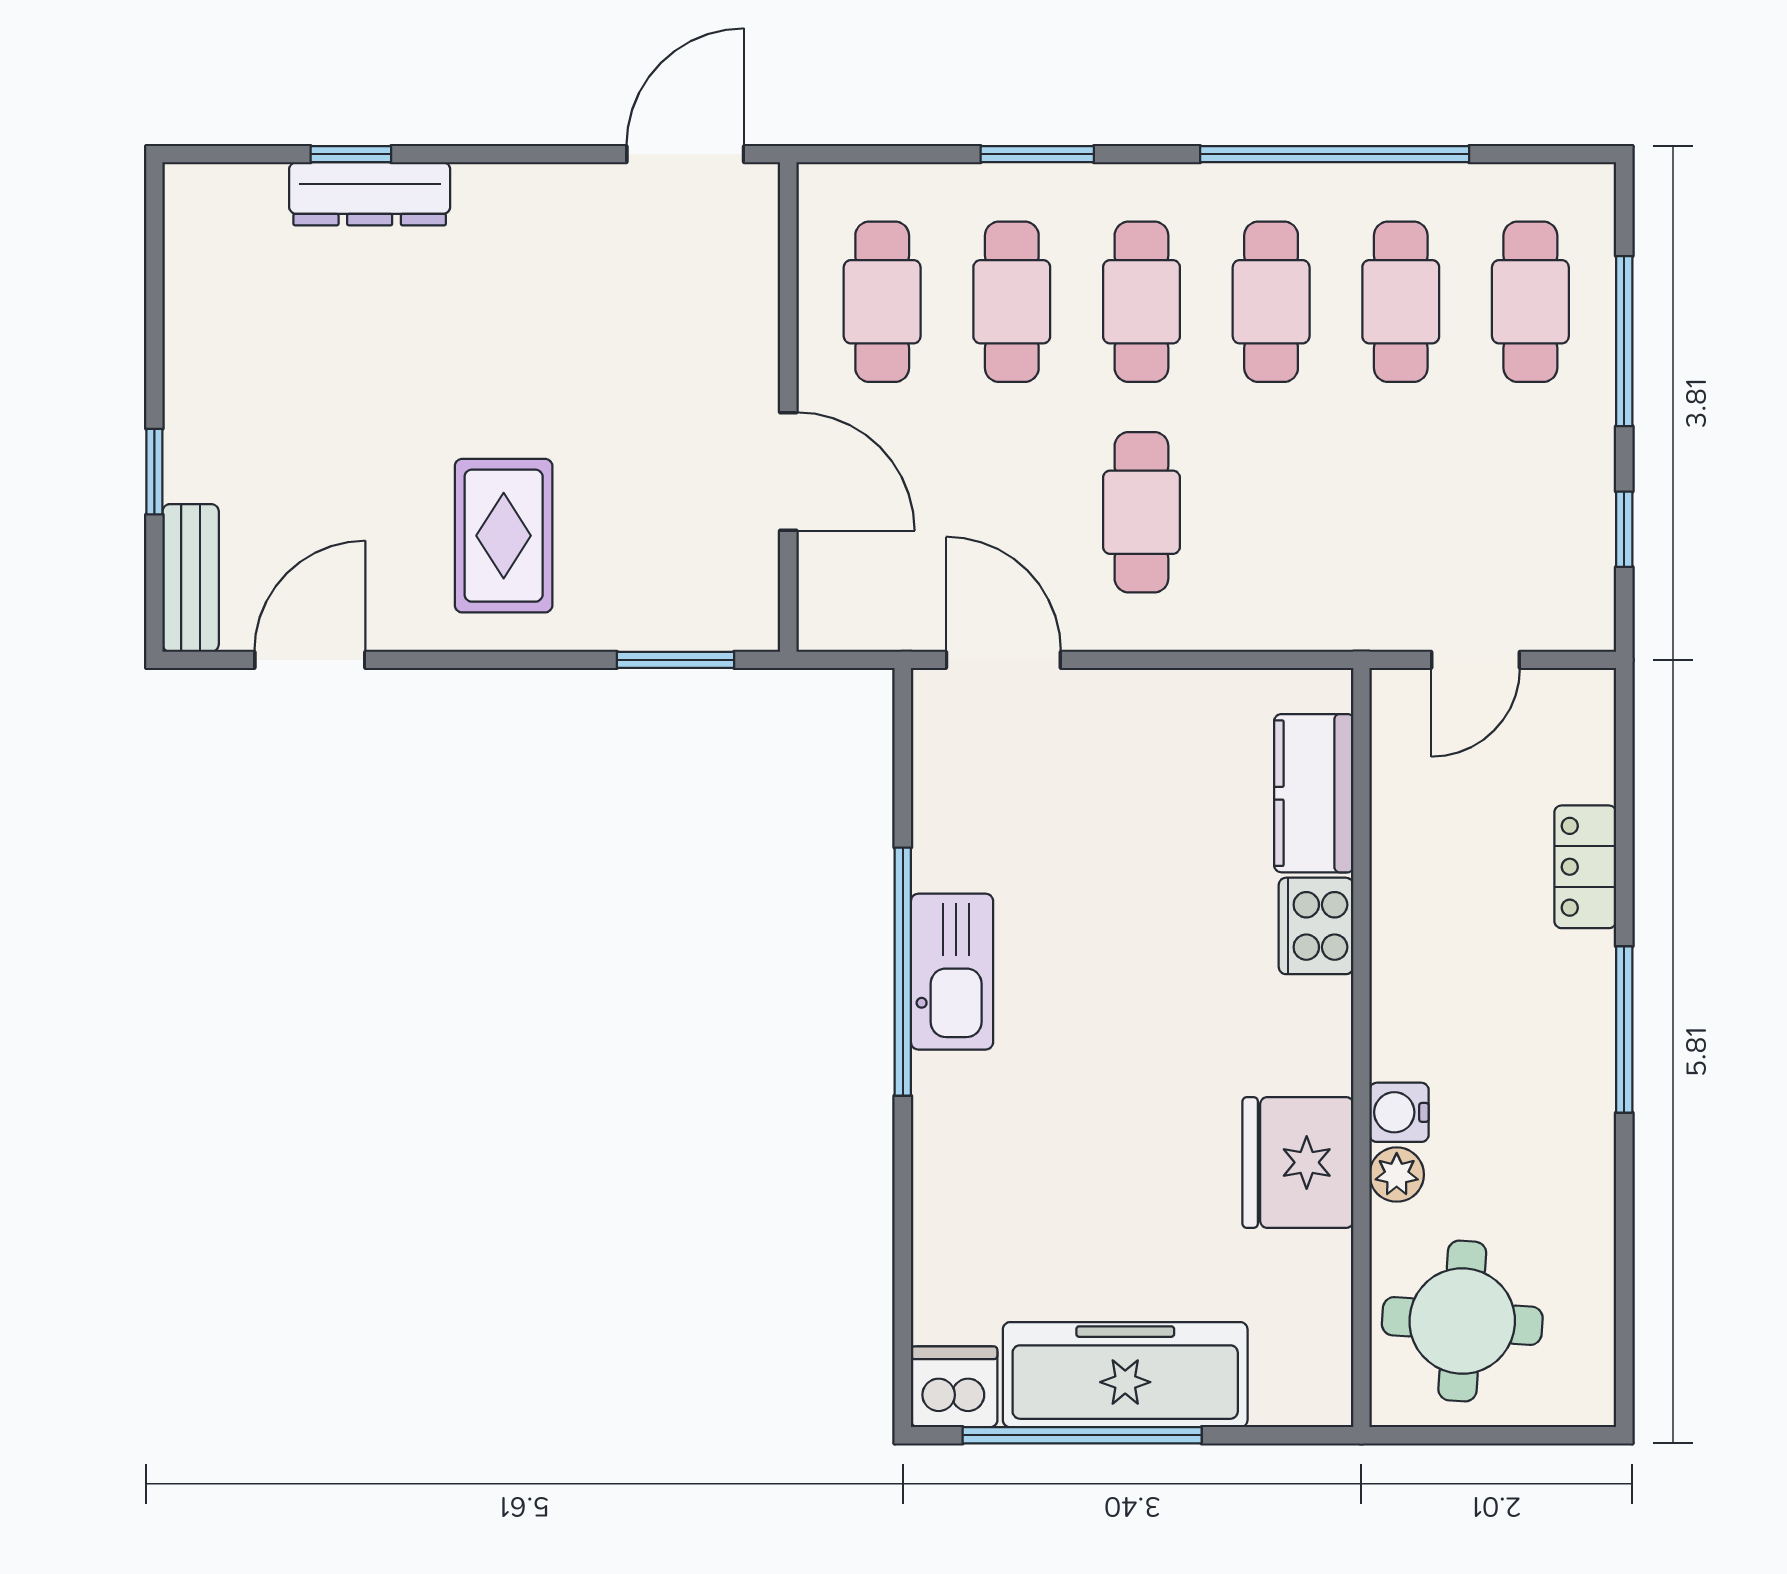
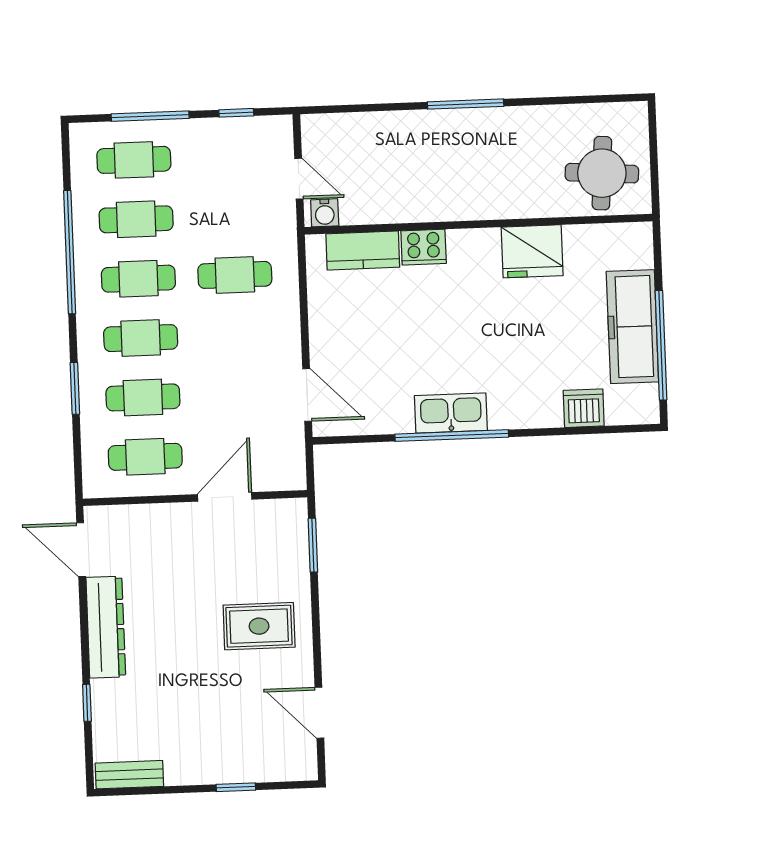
dresser: (370, 194) -> (106, 627), moved, width x1.37, depth x1.24
cafe table: (1141, 512) -> (235, 275), moved
bench: (191, 578) -> (129, 775), moved
door: (1003, 660) -> (307, 395), swing flipped
locker: (1585, 867) -> (392, 125), removed
water cooler: (1399, 1112) -> (325, 213), moved
plant: (1397, 1175) -> (536, 206), removed
dishwasher: (954, 1387) -> (584, 408), moved, turned 90

